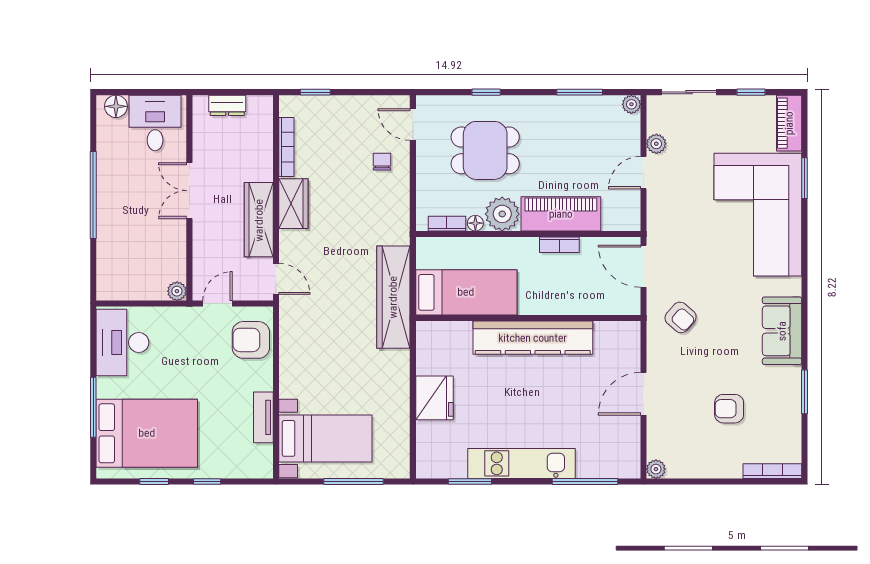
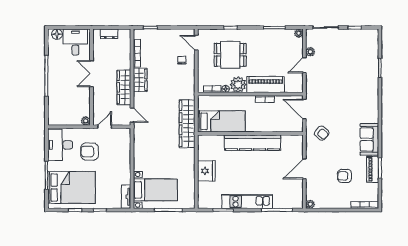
piano: (789, 123) -> (373, 169), moved
corner sofa: (758, 215) -> (358, 85), removed
armchair: (251, 340) -> (90, 152), moved
tv unit: (263, 417) -> (126, 197), moved

